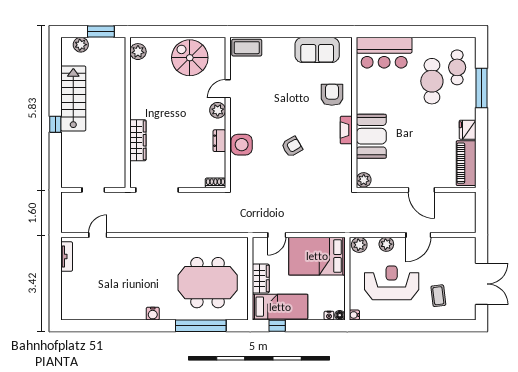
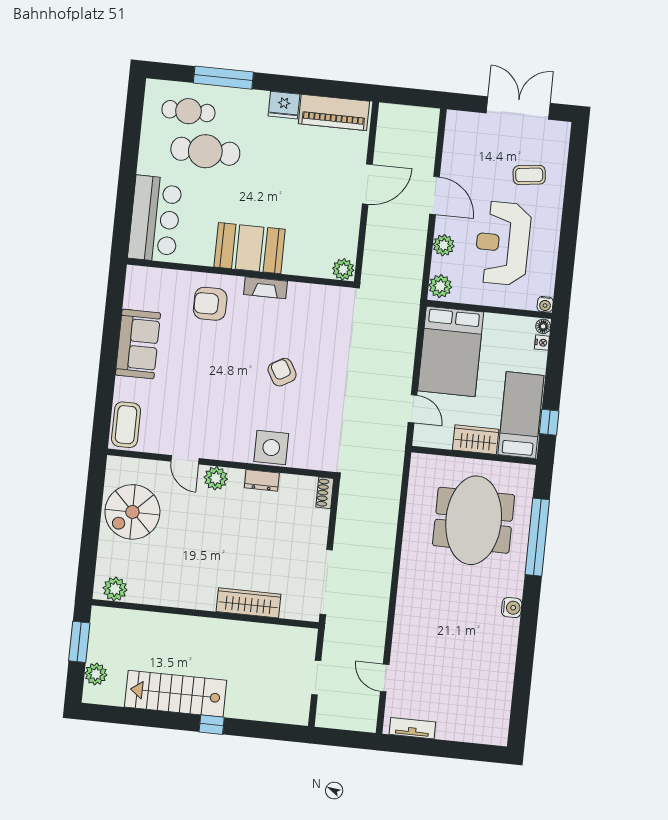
sofa: (317, 50) -> (138, 344), moved
booth: (371, 136) -> (250, 248), moved

